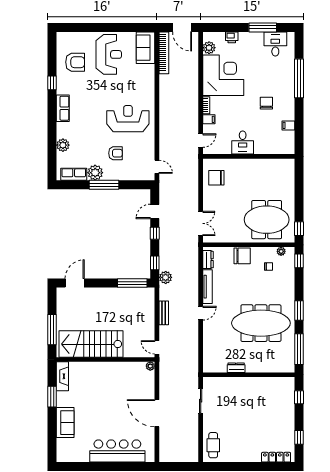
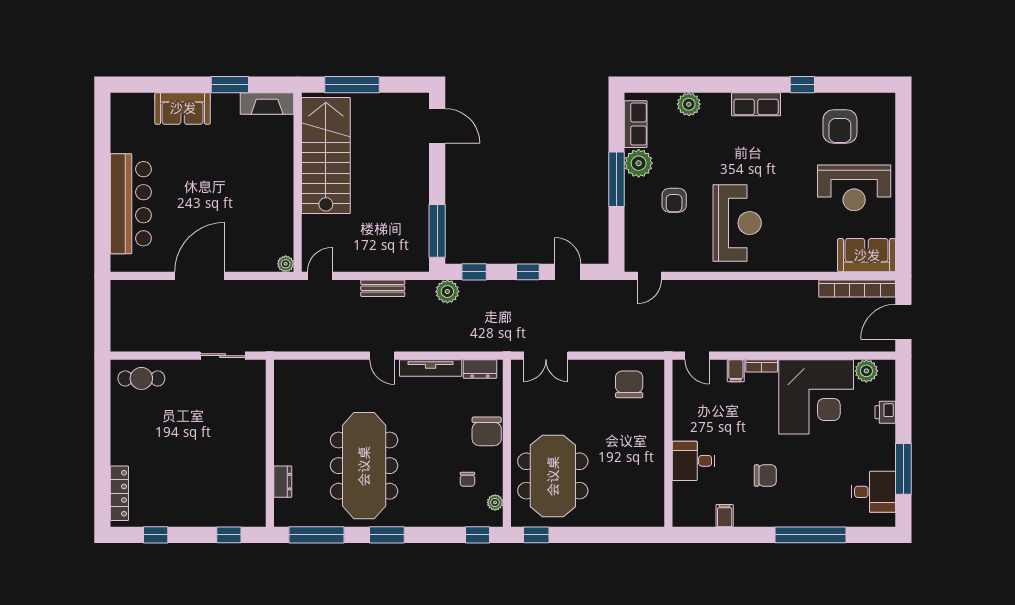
desk: (243, 142) -> (694, 461), moved
dresser: (236, 368) -> (283, 482), moved

